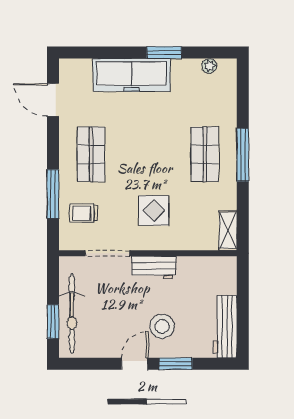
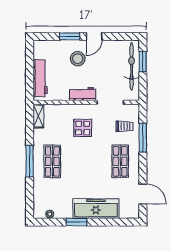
workbench: (225, 327) -> (40, 78), moved

